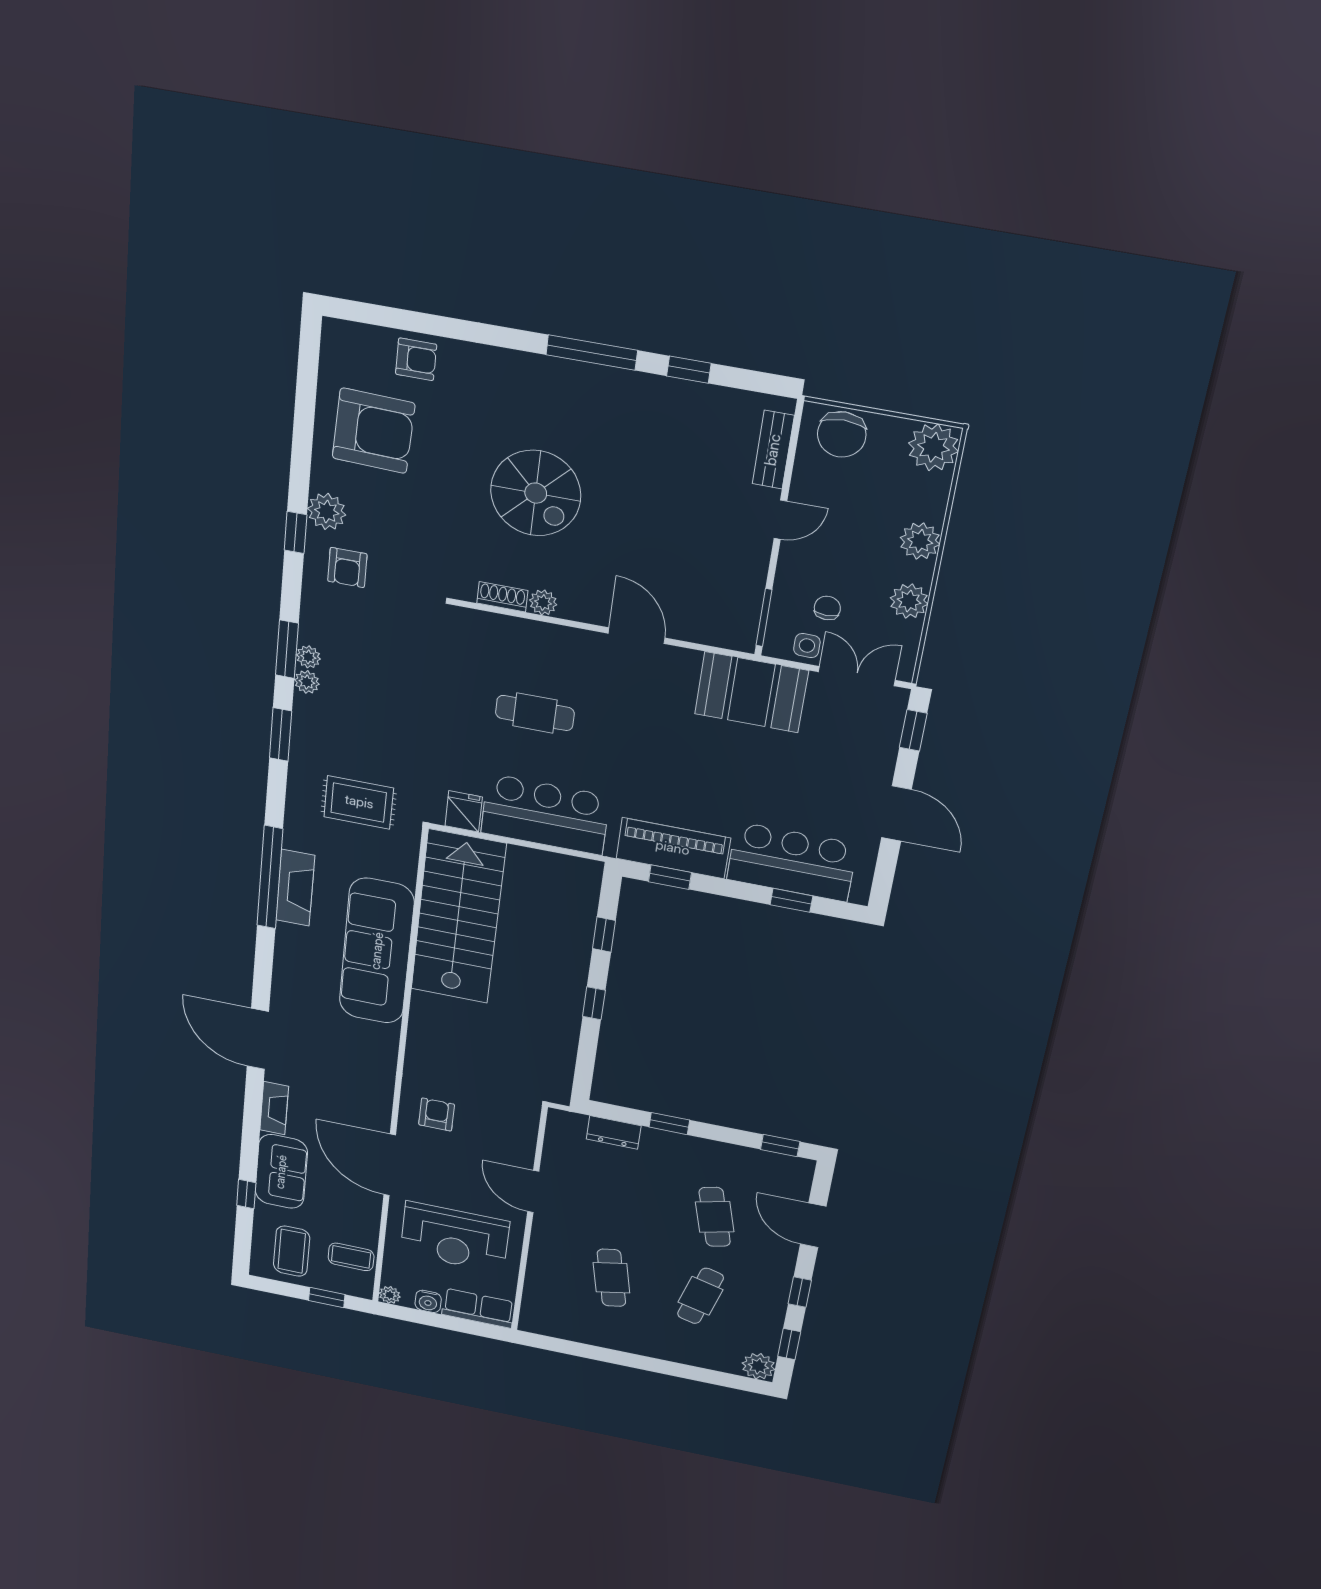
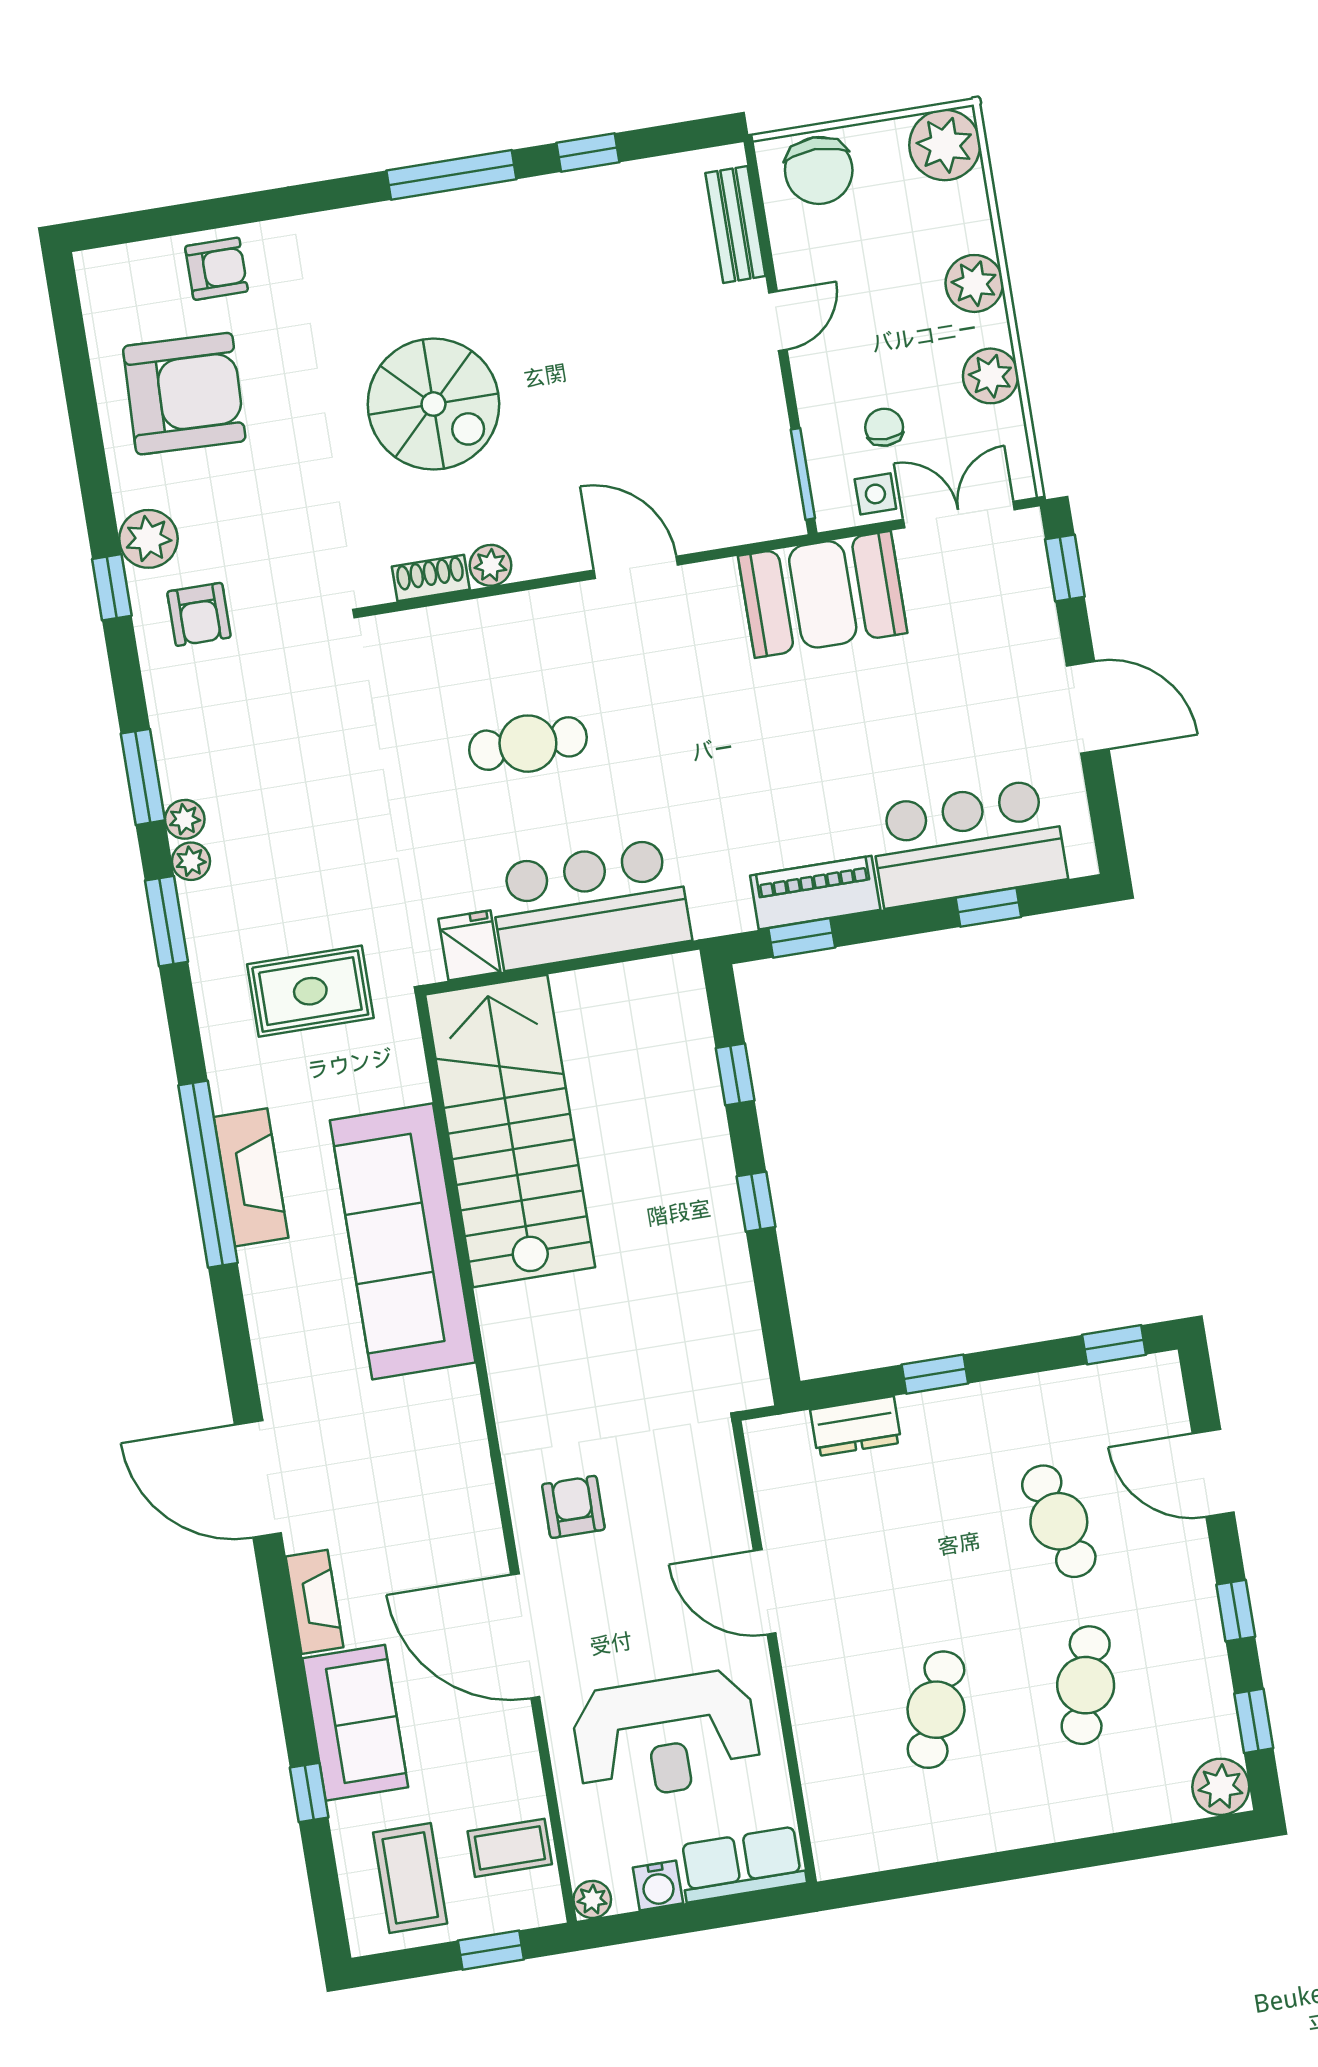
plant: (308, 657) -> (191, 861), moved
piano: (673, 848) -> (815, 893), width x0.73, depth x0.75
cafe table: (611, 1278) -> (936, 1710), turned 33

